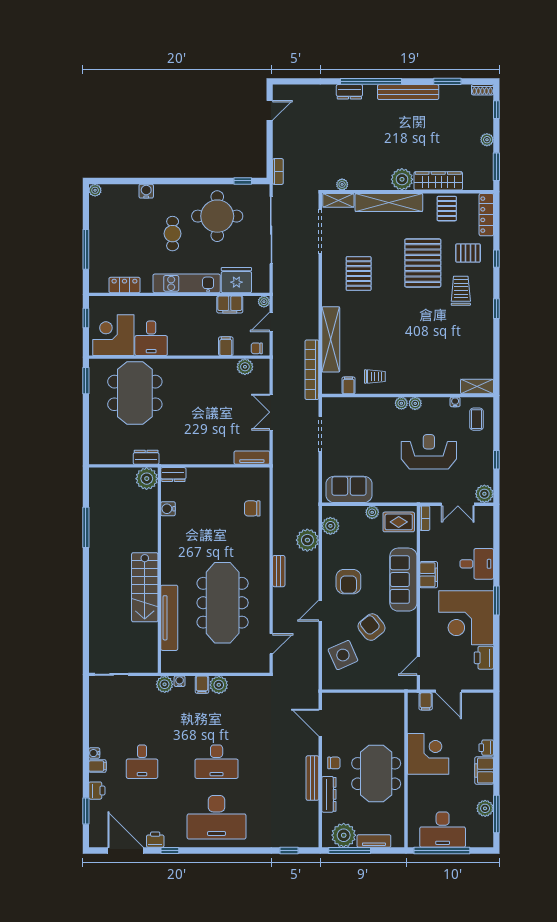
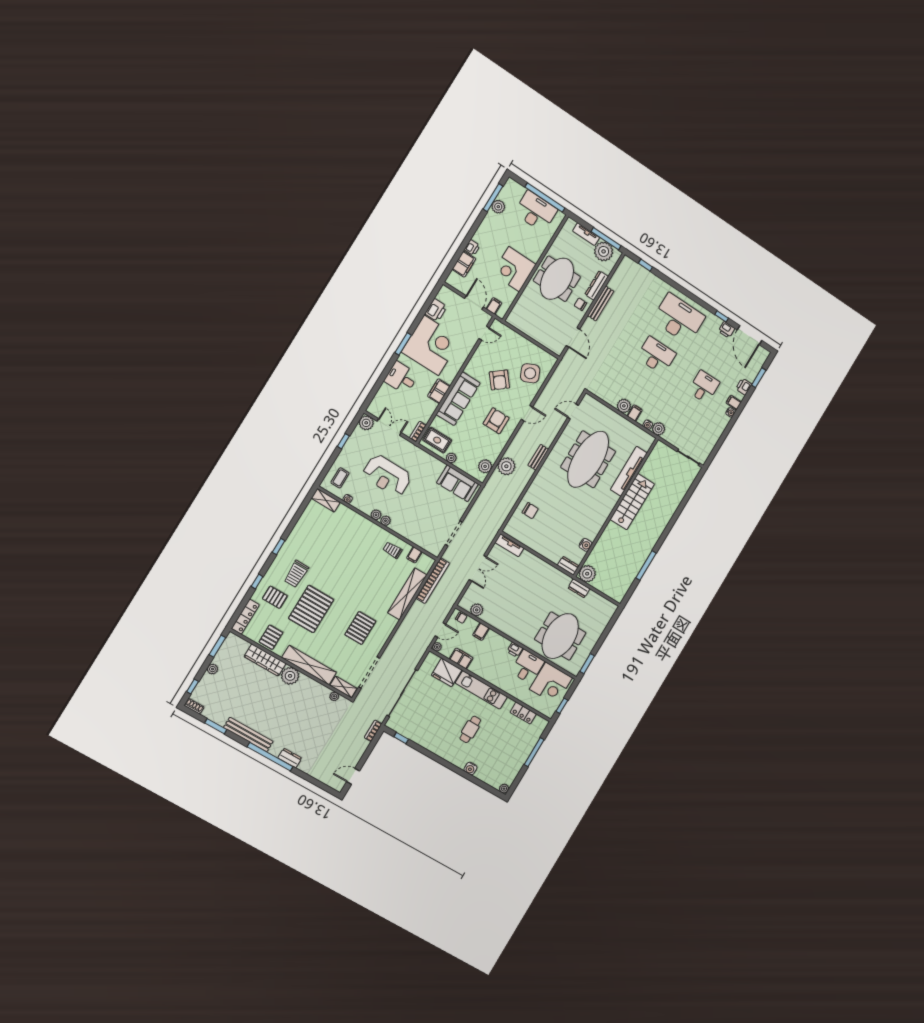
round table: (217, 216) -> (433, 724), removed
printer: (176, 348) -> (515, 650), added
filing cabinet: (484, 771) -> (464, 264), moved

